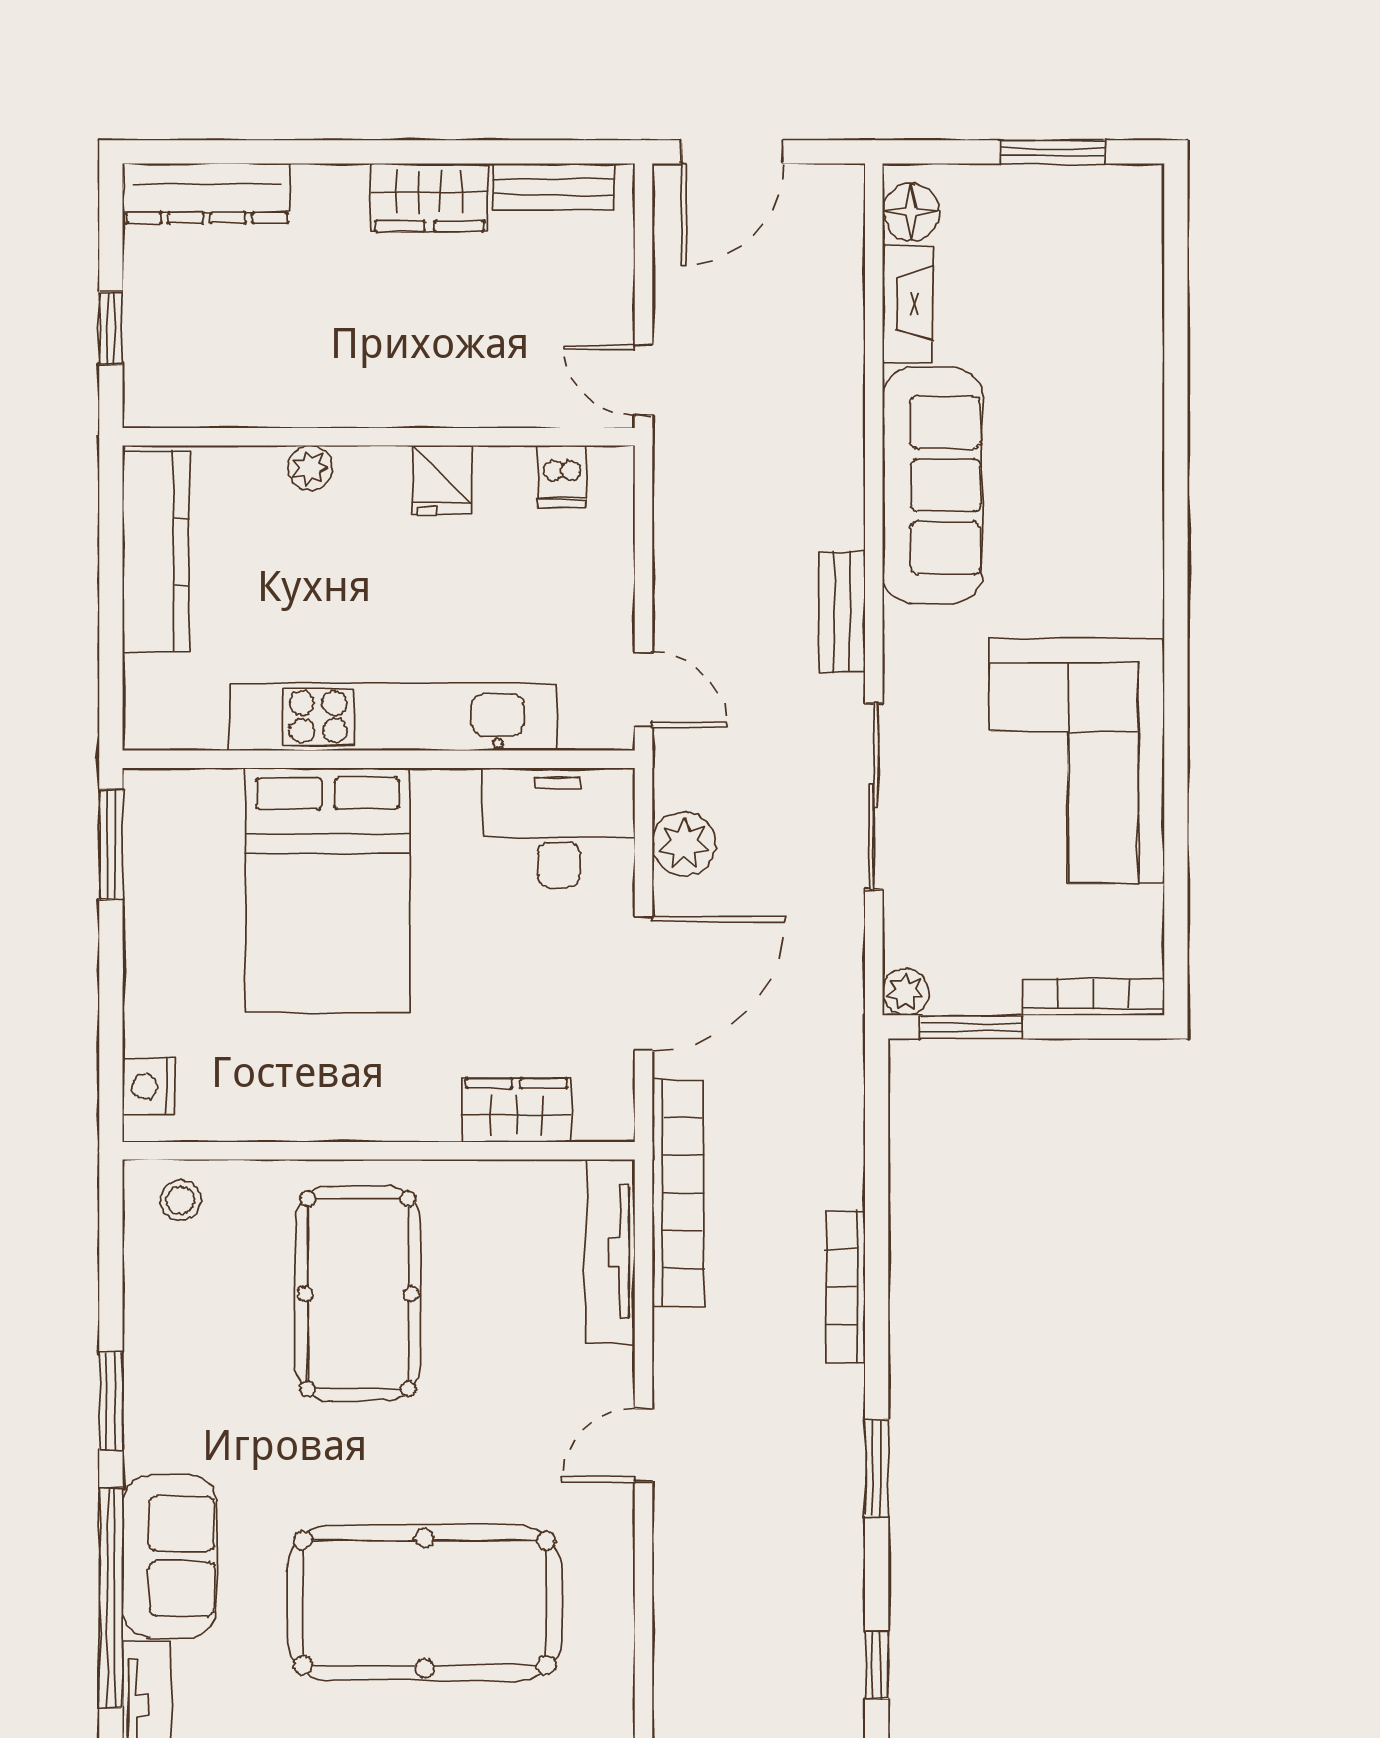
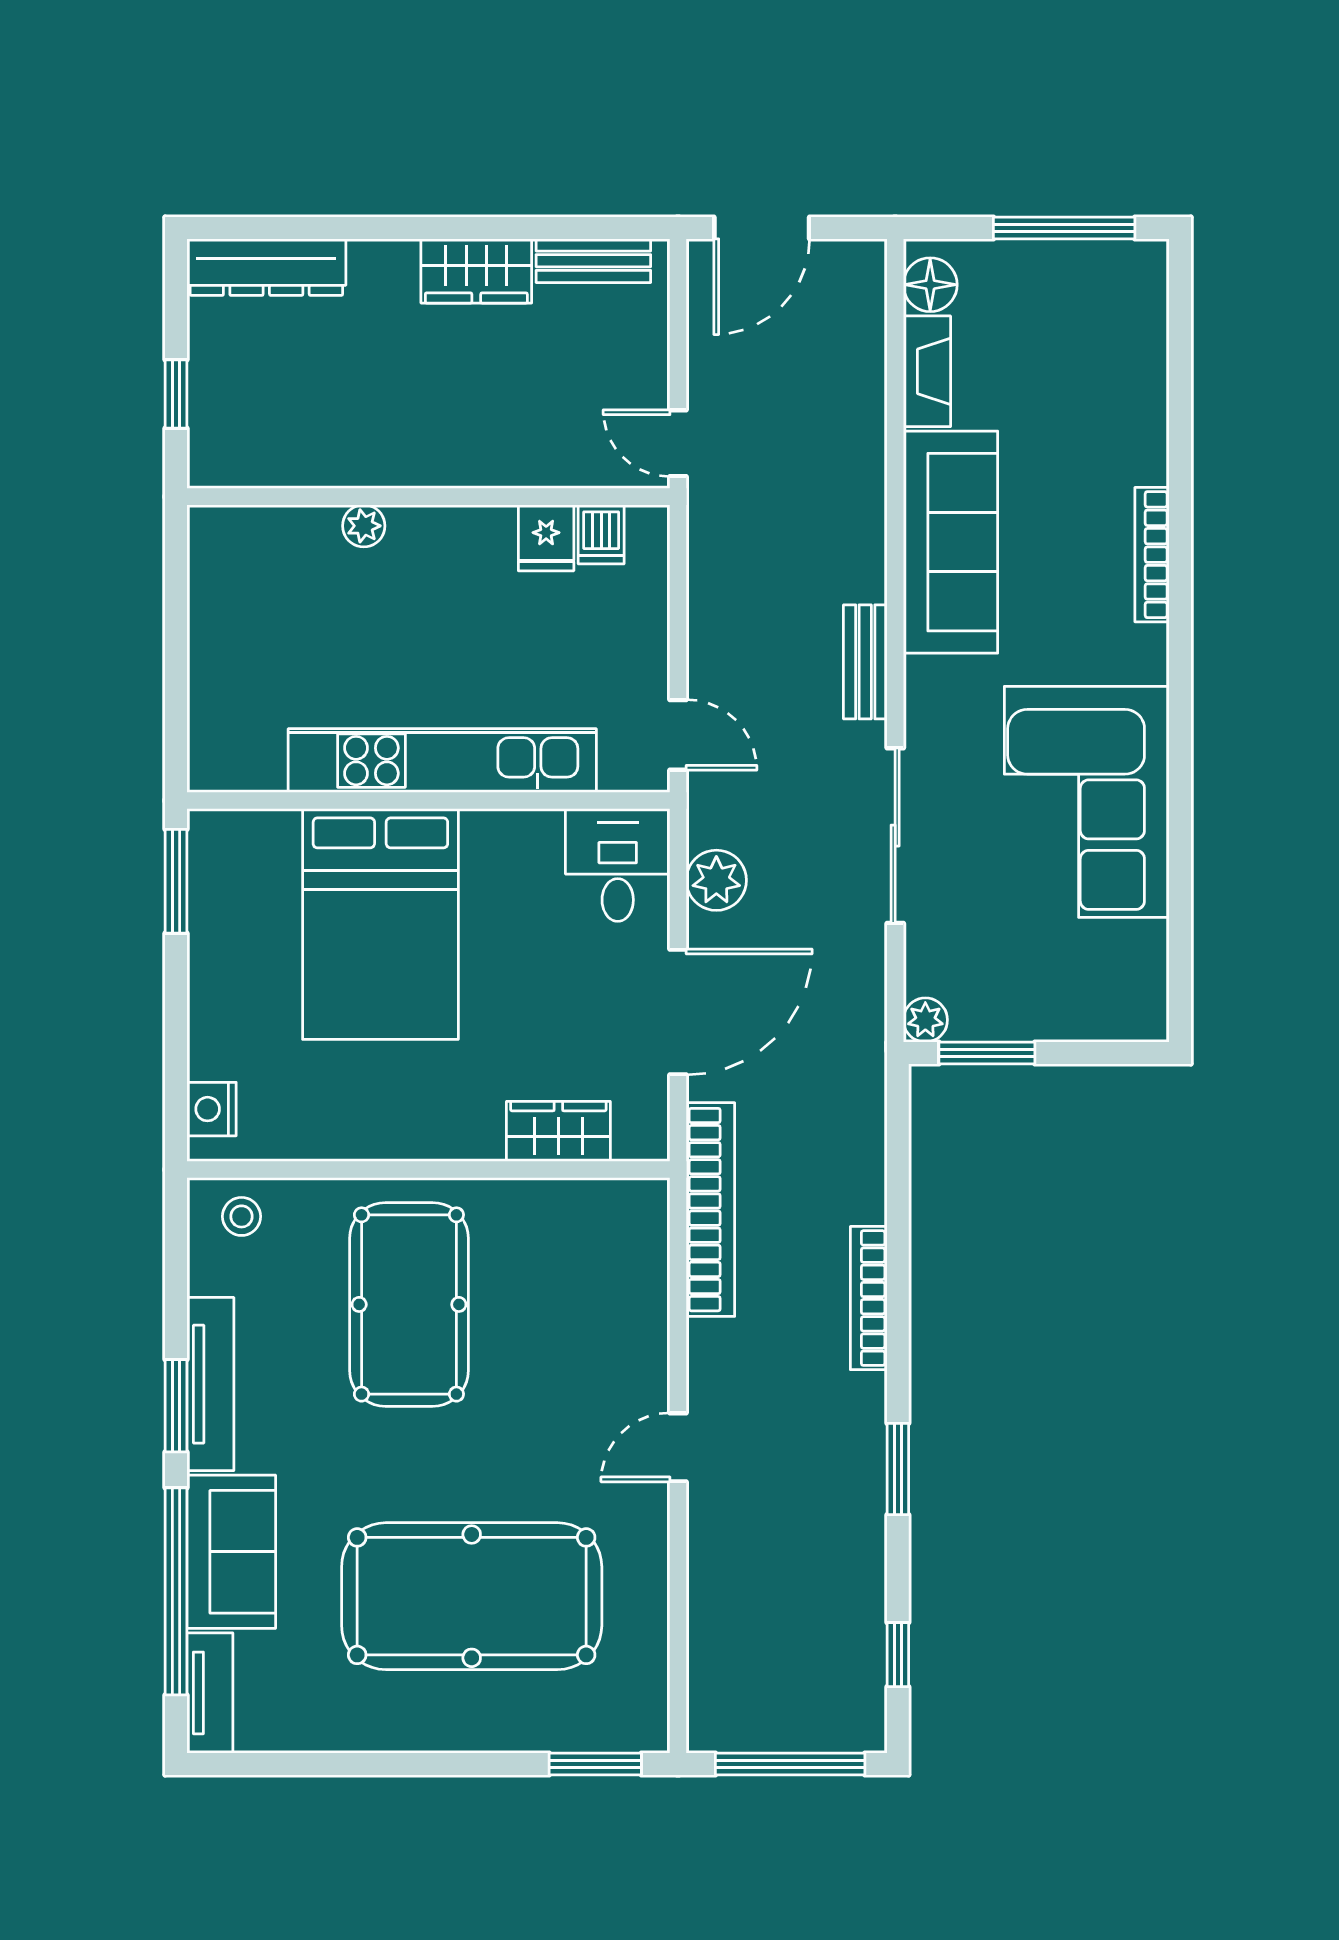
window: (1053, 152) -> (1064, 228), width x1.44
fridge: (442, 481) -> (546, 538), moved
kitchen counter: (156, 551) -> (218, 605), removed
desk: (559, 828) -> (618, 865), width x0.73
bookcase: (1093, 997) -> (1152, 555), moved, turned -90
tv unit: (610, 1252) -> (210, 1384), moved, turned 180

